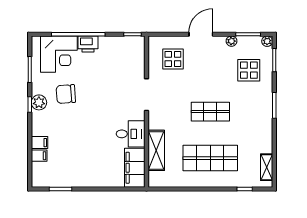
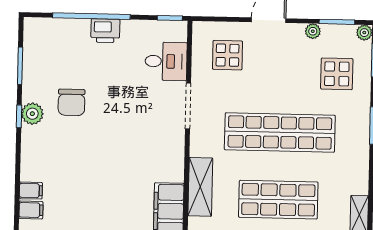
corner desk: (59, 54) -> (63, 44), removed
chair: (66, 94) -> (72, 102), turned -86
shop shelf: (210, 112) -> (280, 132), width x2.00, depth x1.36
desk: (131, 134) -> (166, 61), moved
filing cabinet: (39, 143) -> (31, 210), moved

